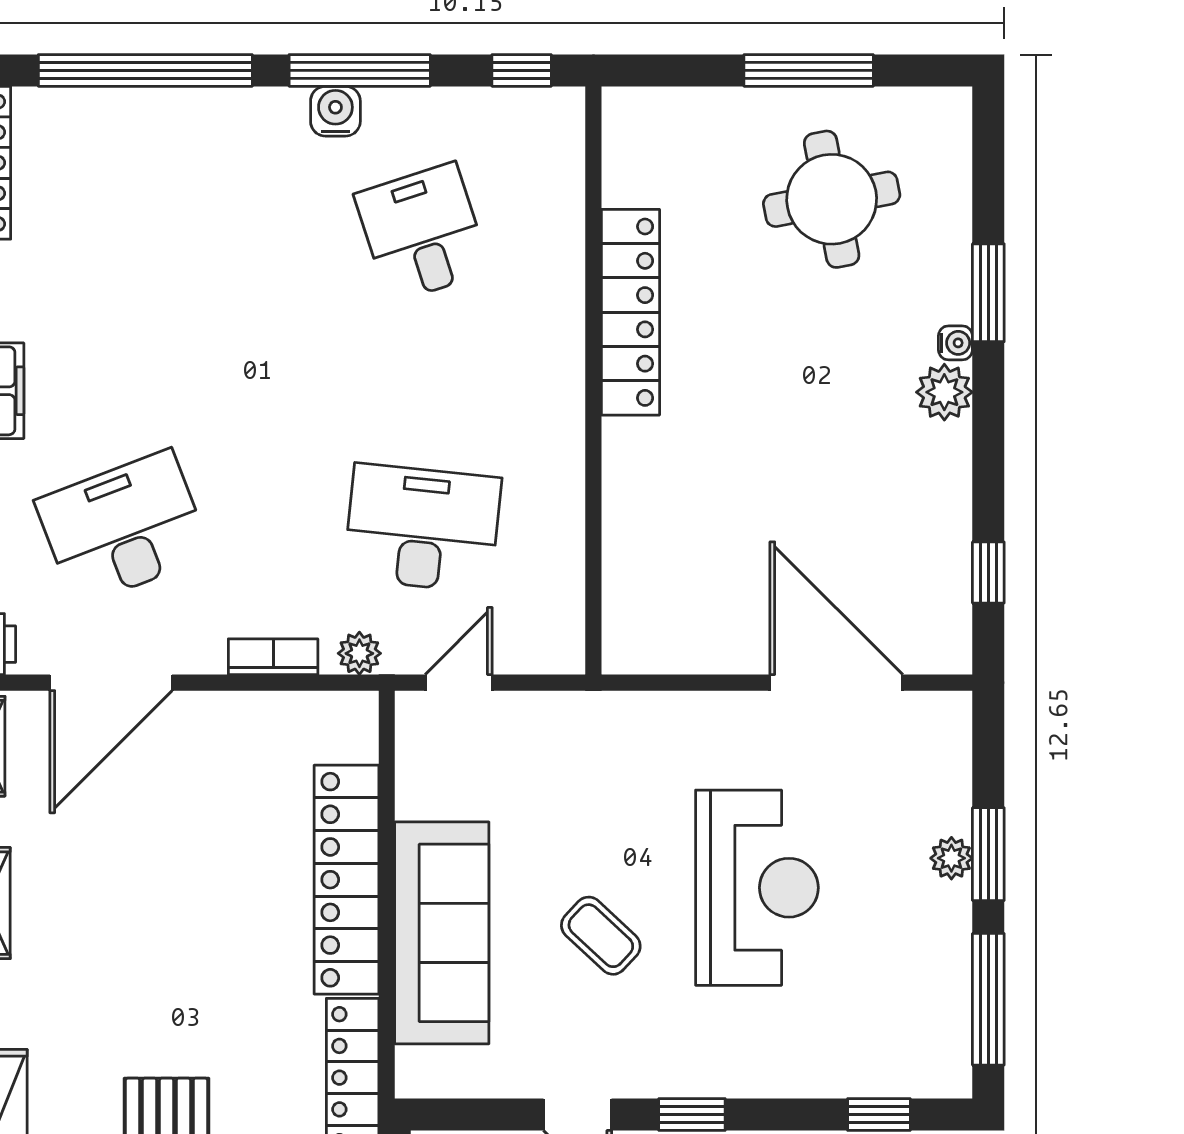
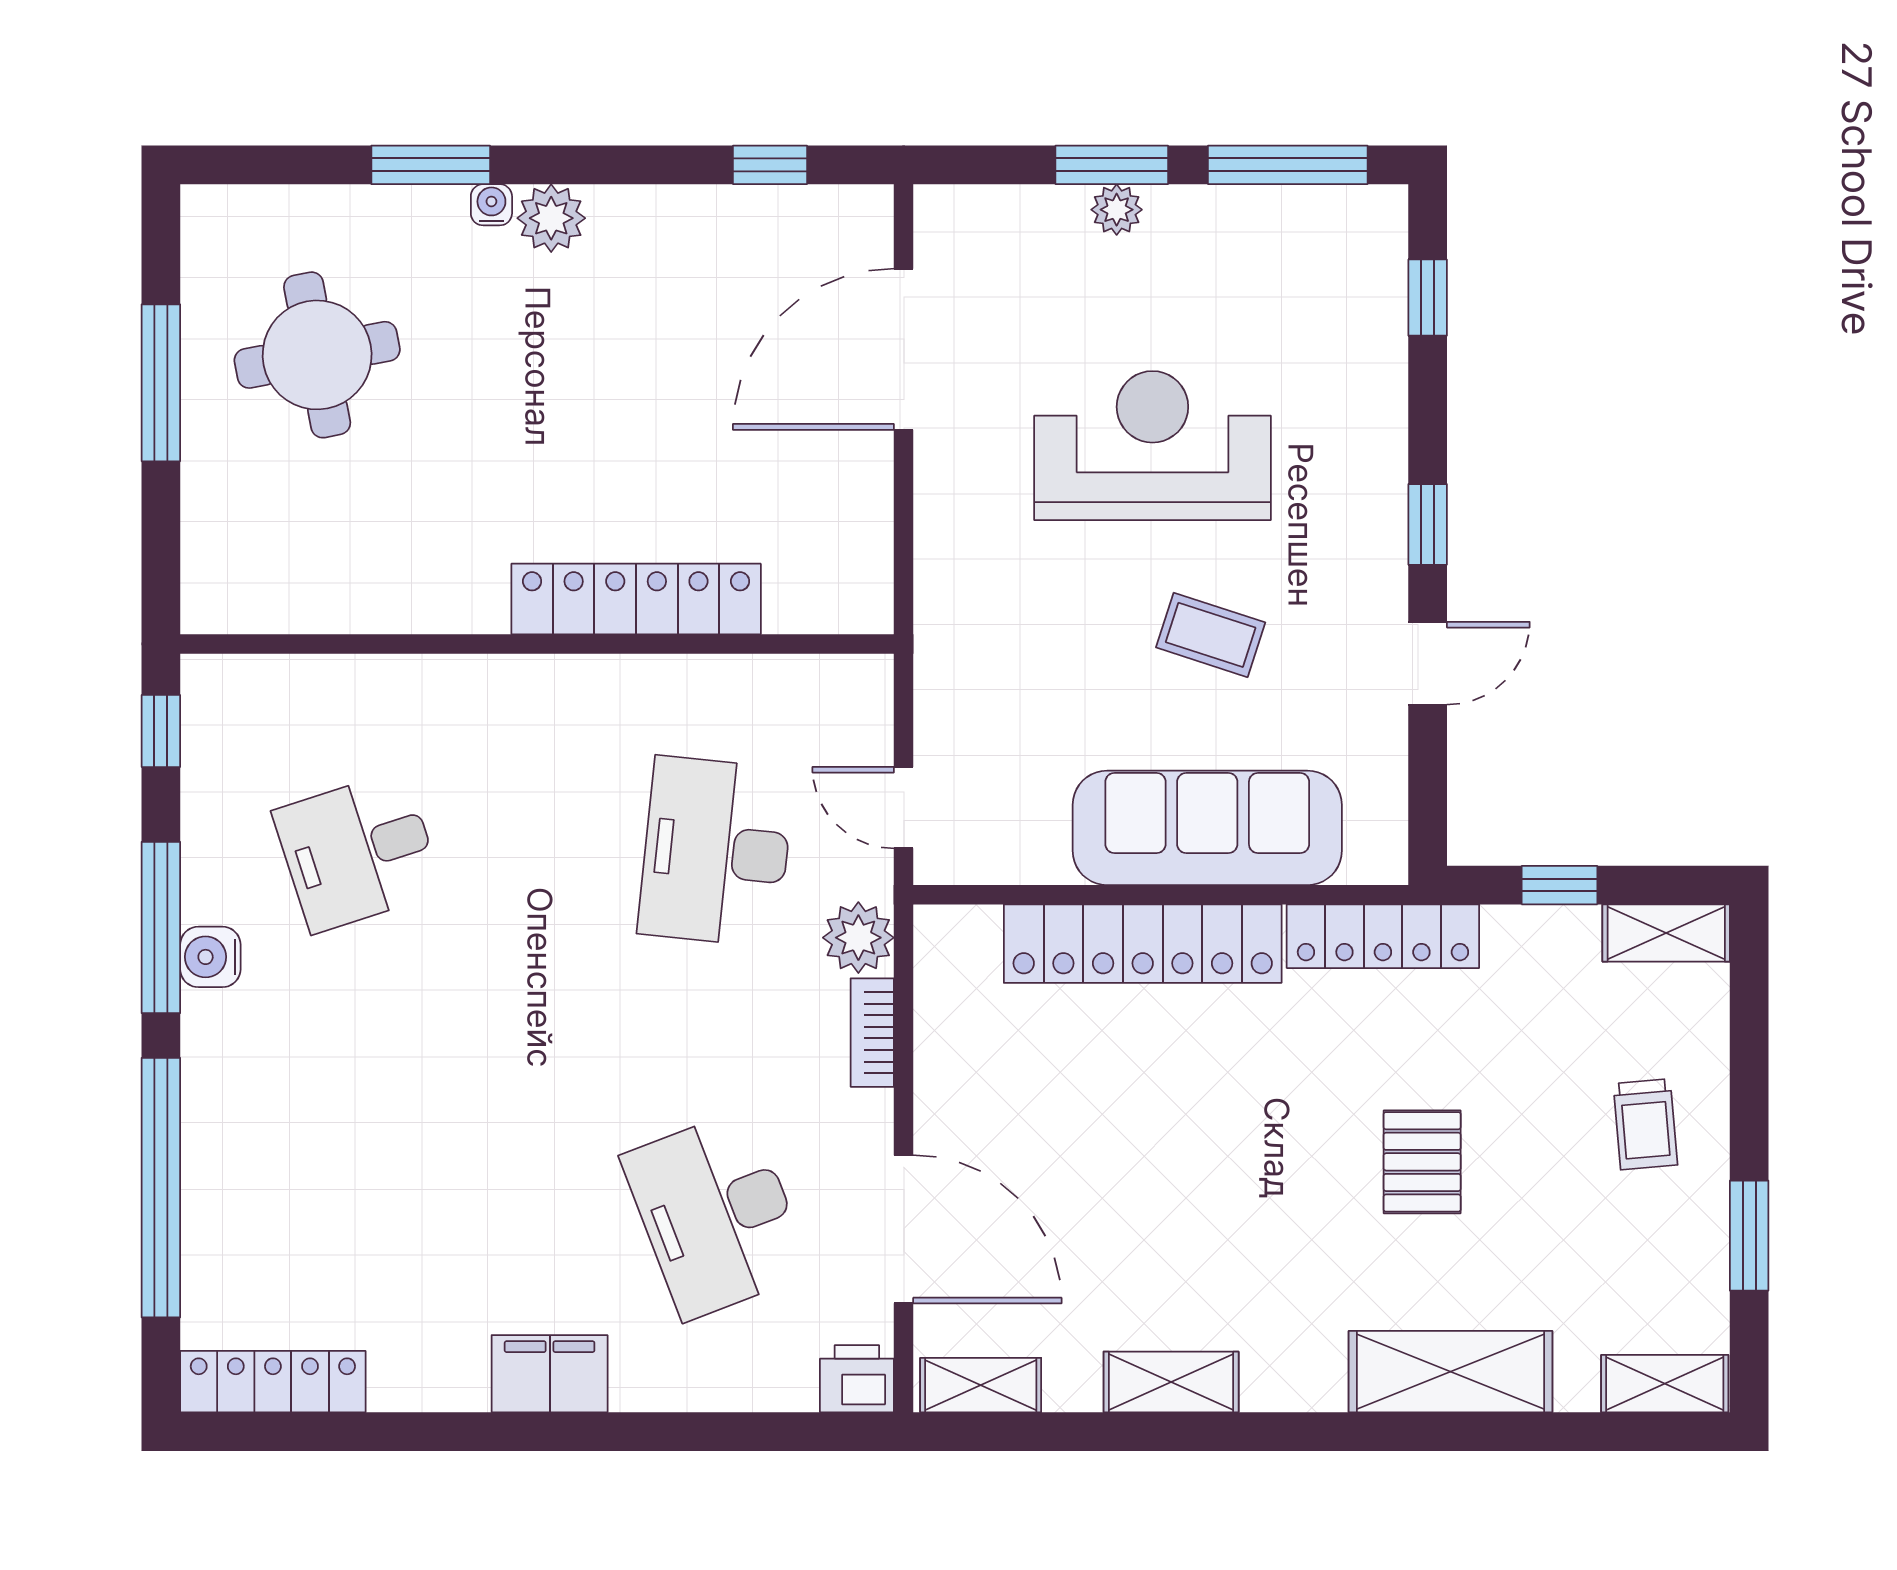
locker: (630, 312) -> (636, 599), moved
plant: (359, 653) -> (858, 938), width x1.38, depth x1.38
coffee table: (601, 936) -> (1211, 635), turned 65

